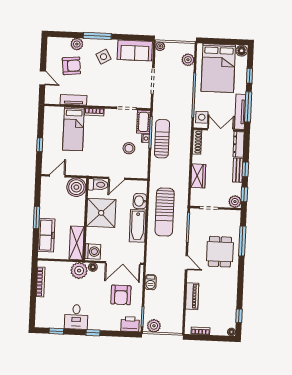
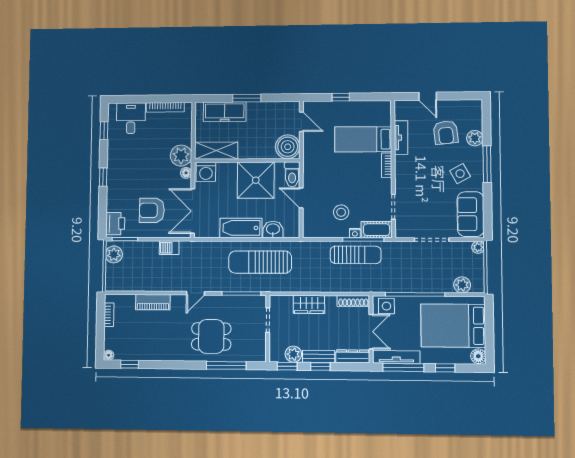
door: (43, 78) -> (428, 96), hinge flipped
plant: (235, 202) -> (293, 354), moved
desk: (76, 317) -> (131, 118), moved, turned 90

